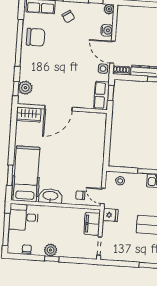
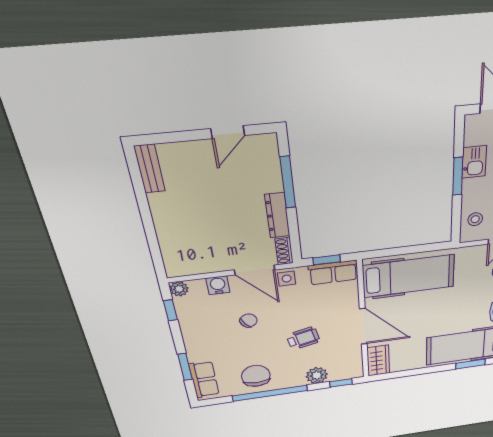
chair: (68, 17) -> (248, 321), moved
door: (113, 52) -> (255, 270), hinge flipped
wheelchair: (58, 71) -> (303, 338), added
plant: (25, 88) -> (317, 375), moved
hospital bed: (89, 139) -> (409, 276), added

